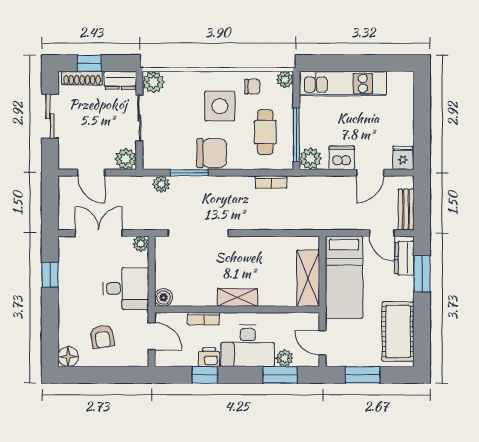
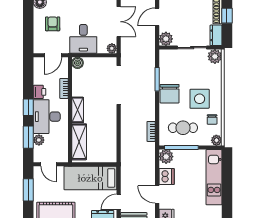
plant: (161, 184) -> (150, 61), removed
shelving: (308, 278) -> (79, 142), moved, turned 90
armchair: (102, 337) -> (53, 24), turned 99
door: (322, 343) -> (49, 164), swing flipped
window: (205, 375) -> (28, 107), moved

